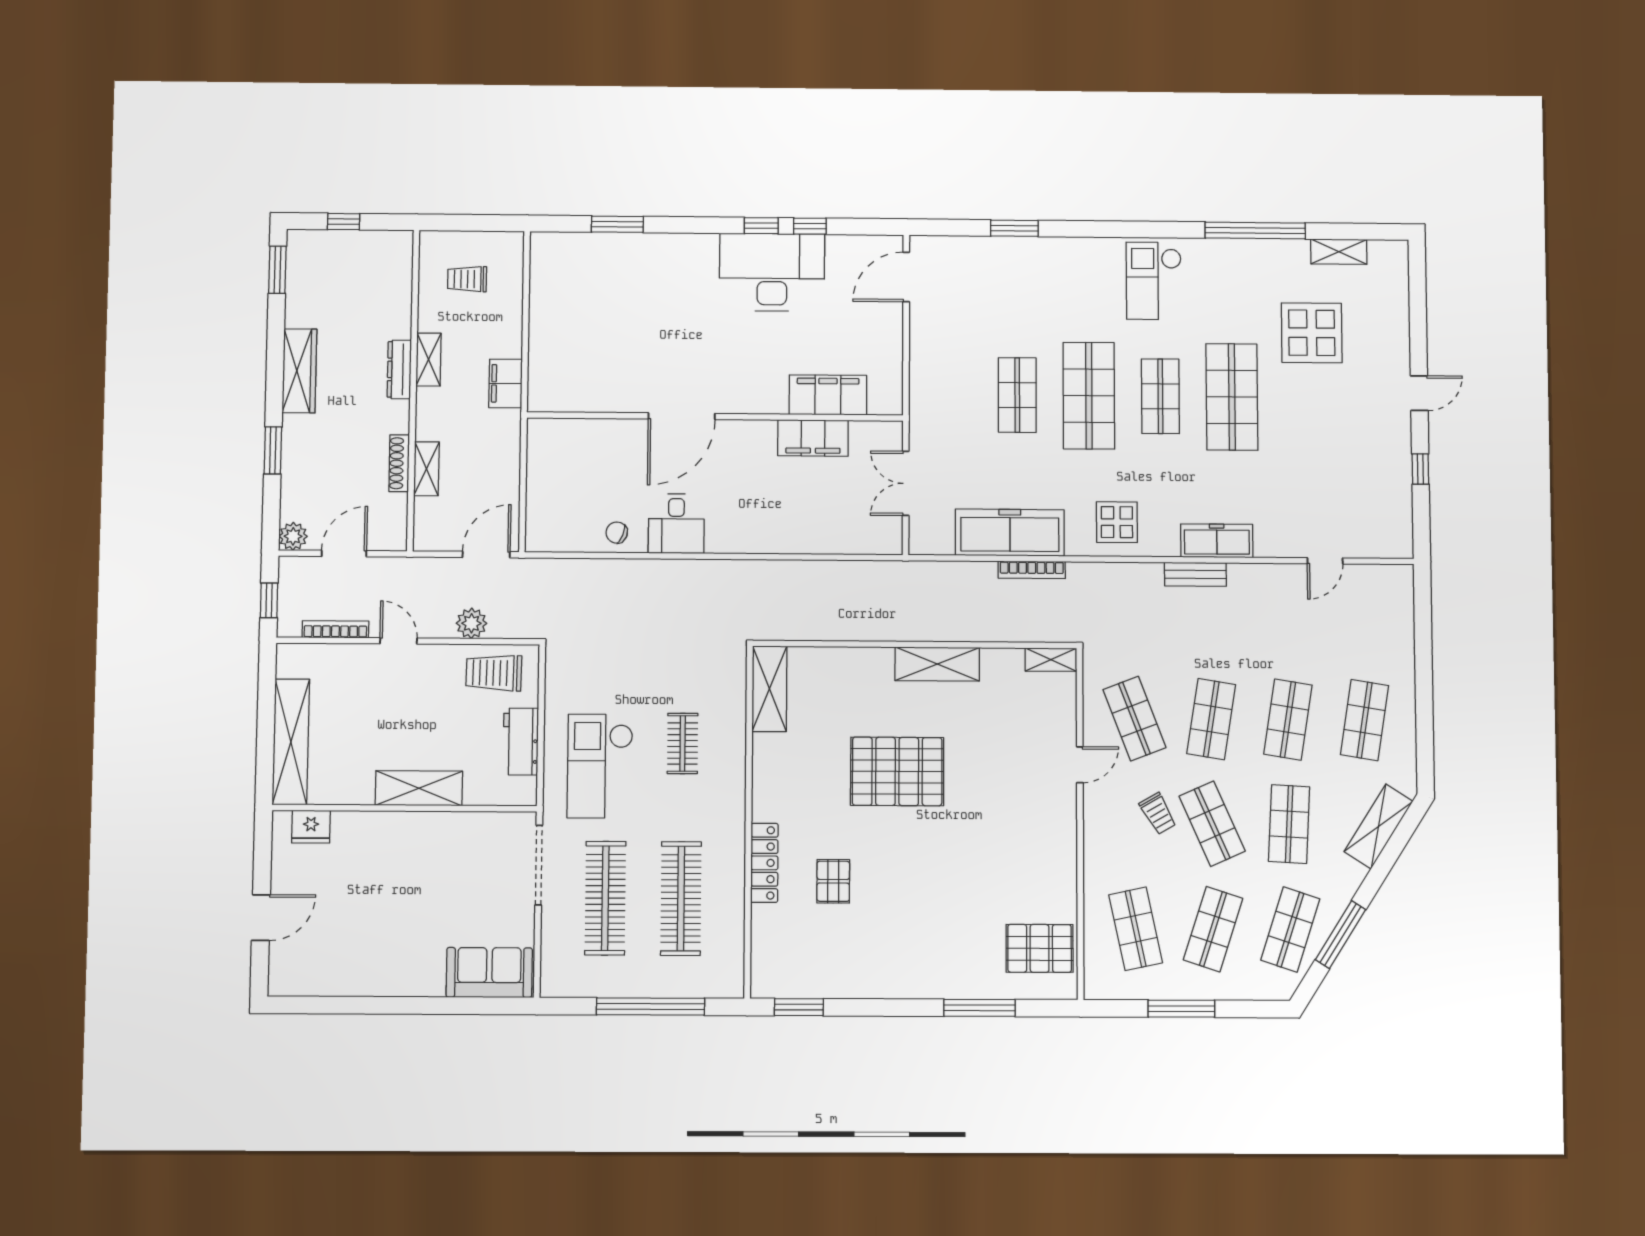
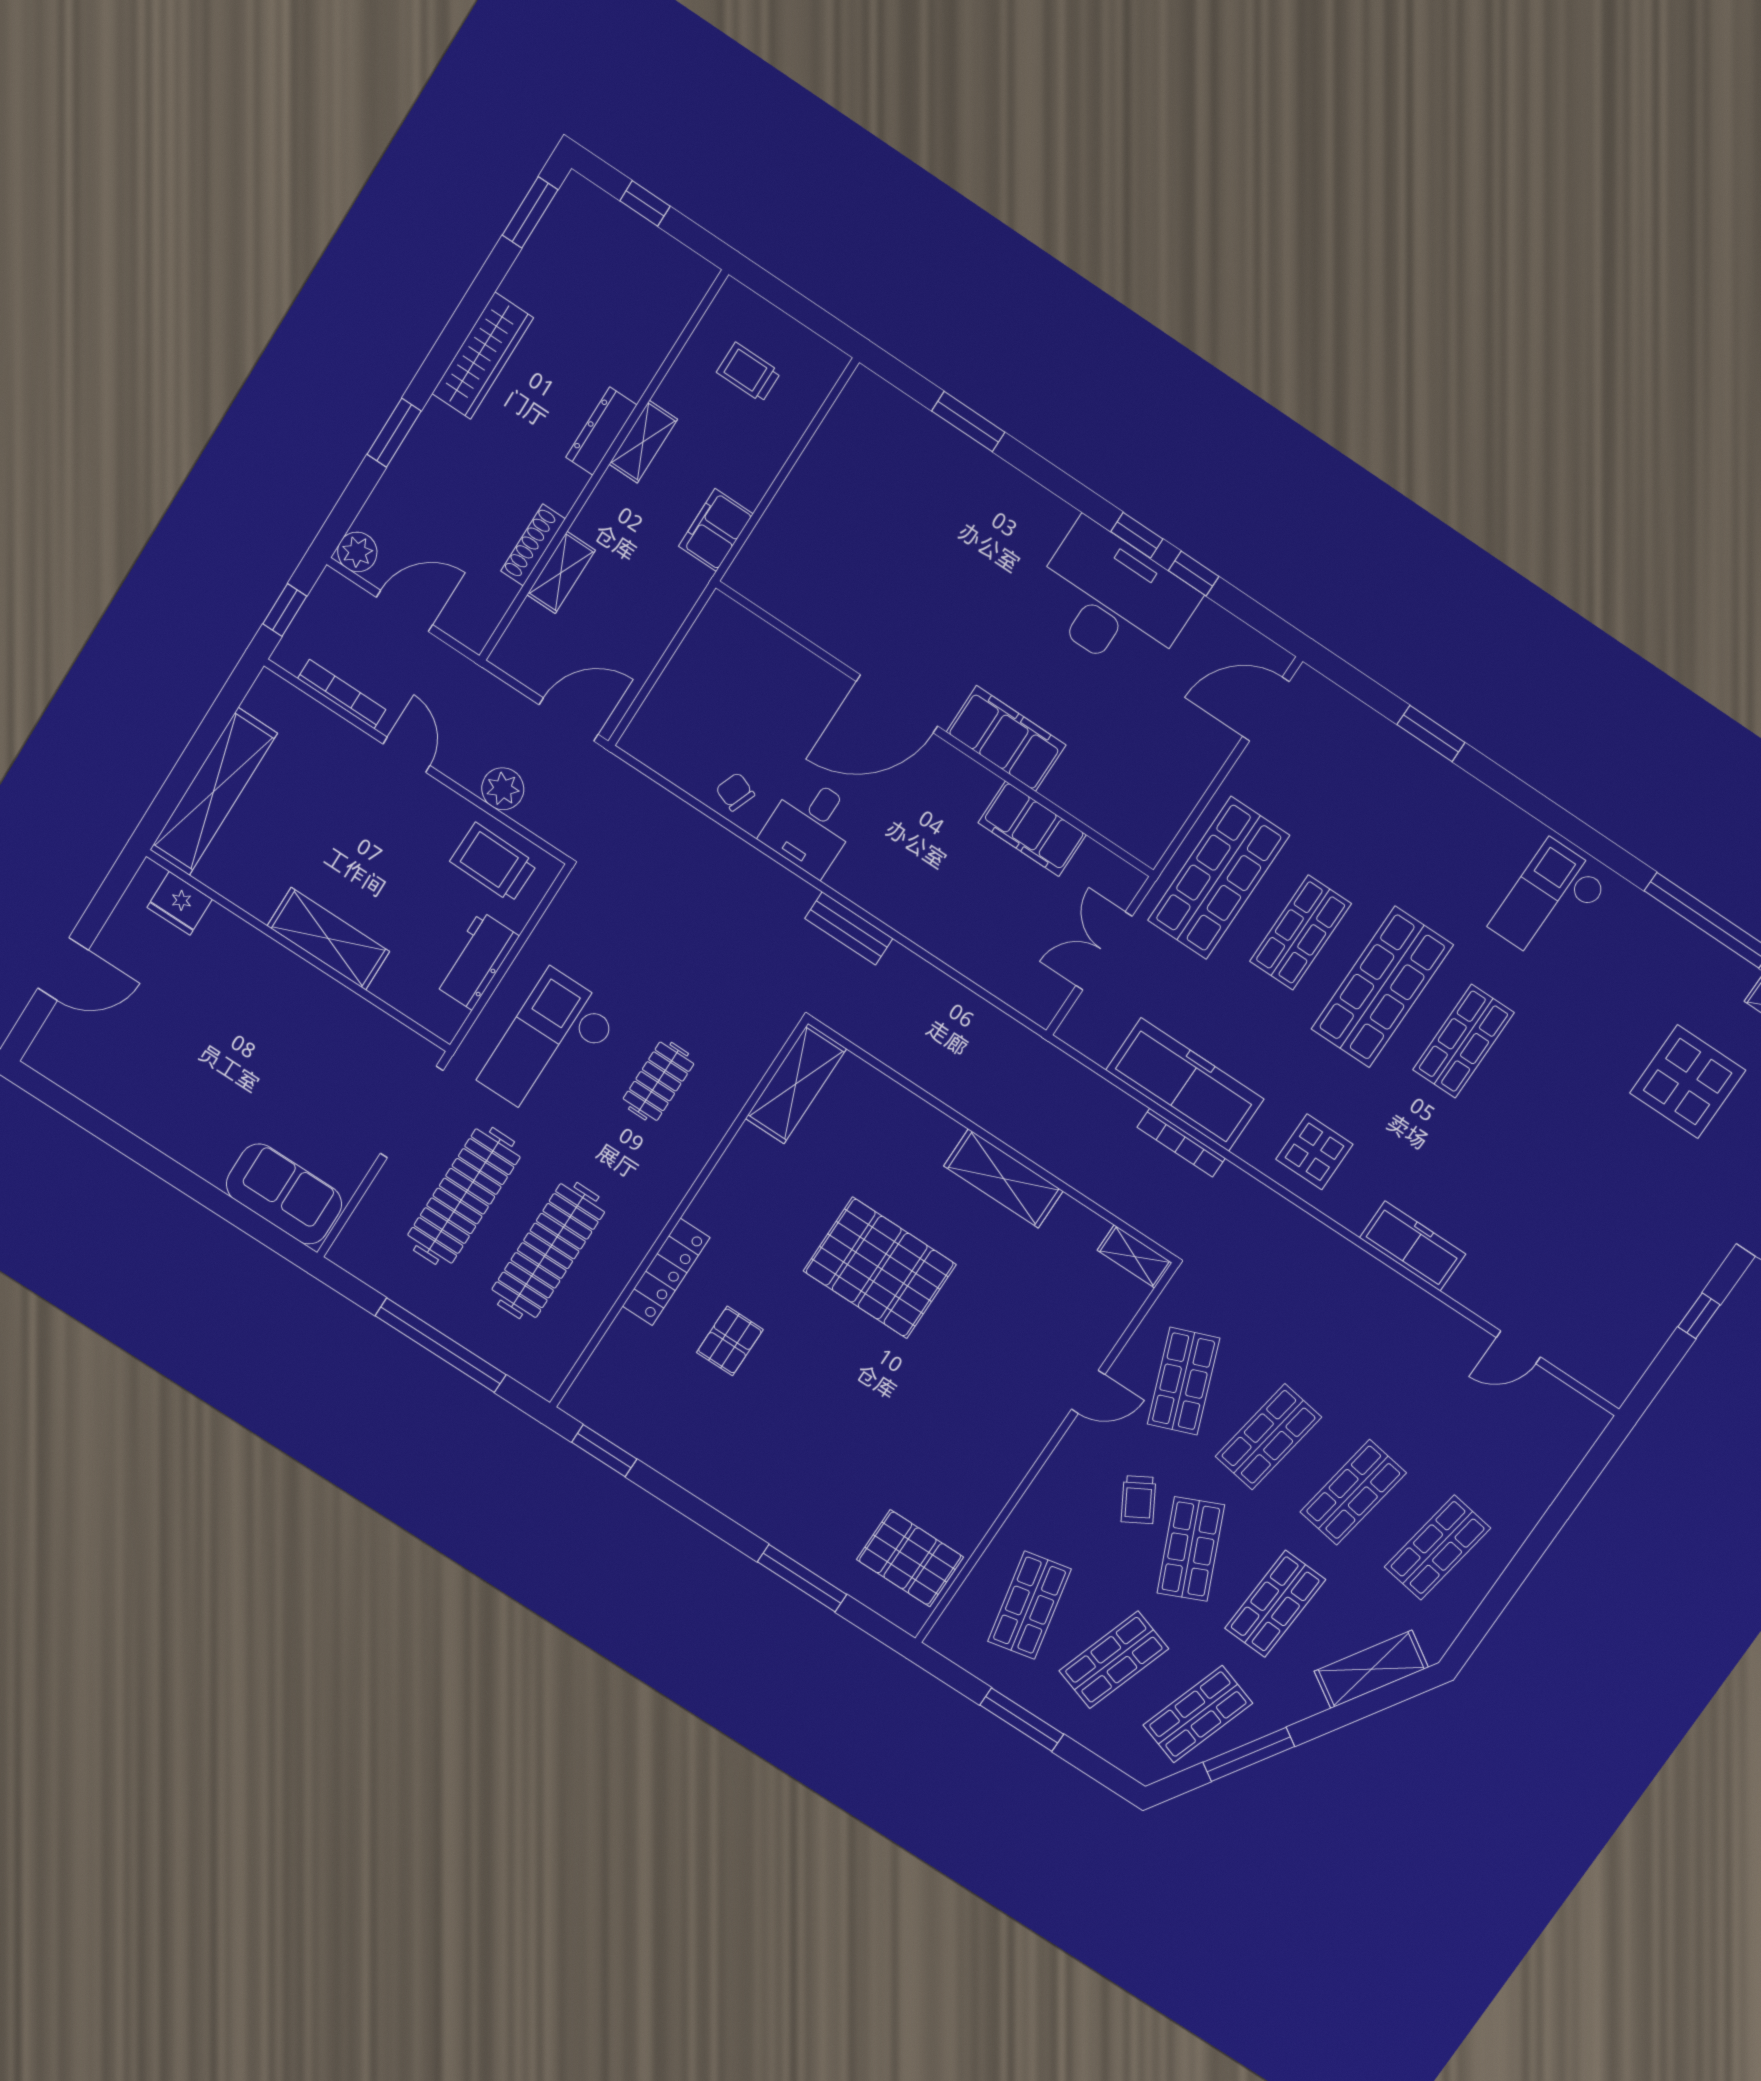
filing cabinet: (828, 395) -> (1006, 738), moved
shop shelf: (1232, 397) -> (1219, 878), moved
bench: (1195, 574) -> (849, 928), moved

